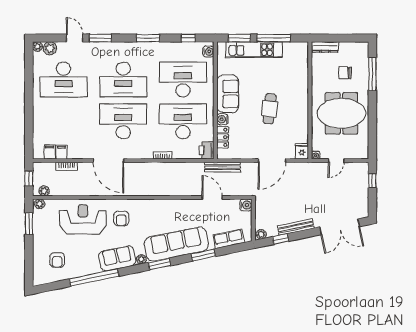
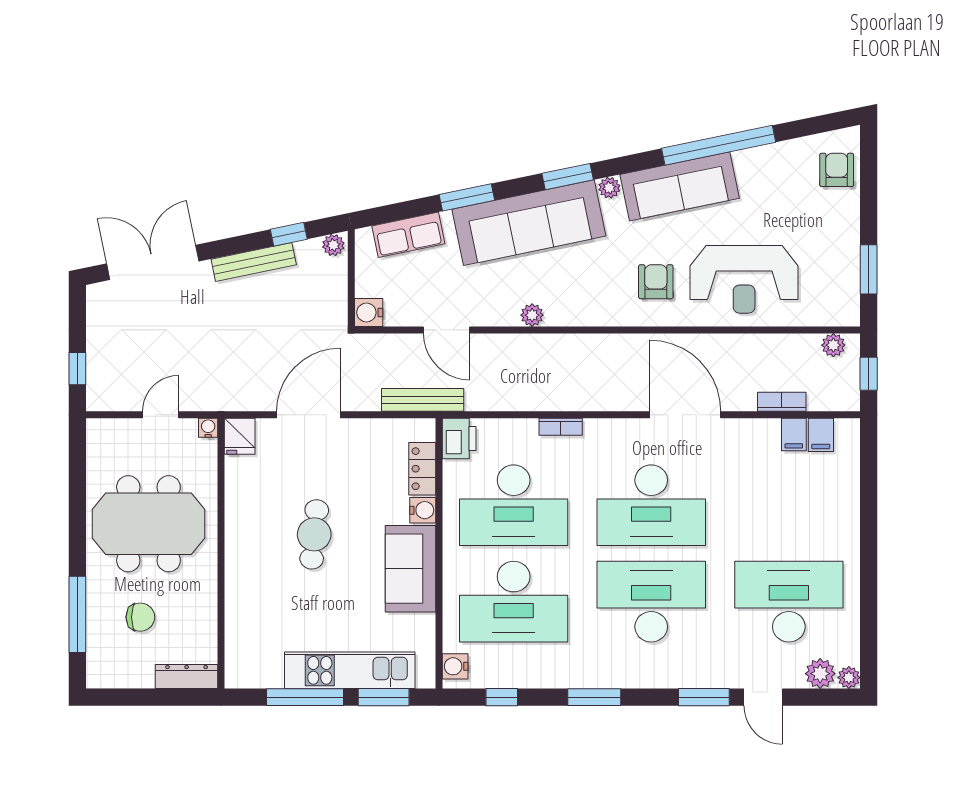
plant: (40, 204) -> (532, 315), moved
sofa: (117, 258) -> (680, 186), width x1.36
armchair: (57, 260) -> (837, 170), moved

